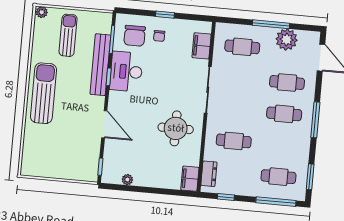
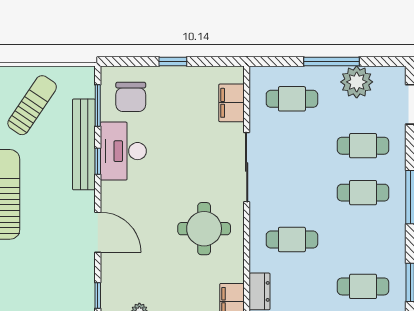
sun lounger: (68, 35) -> (32, 105), turned 34
chair: (159, 36) -> (167, 94), removed

